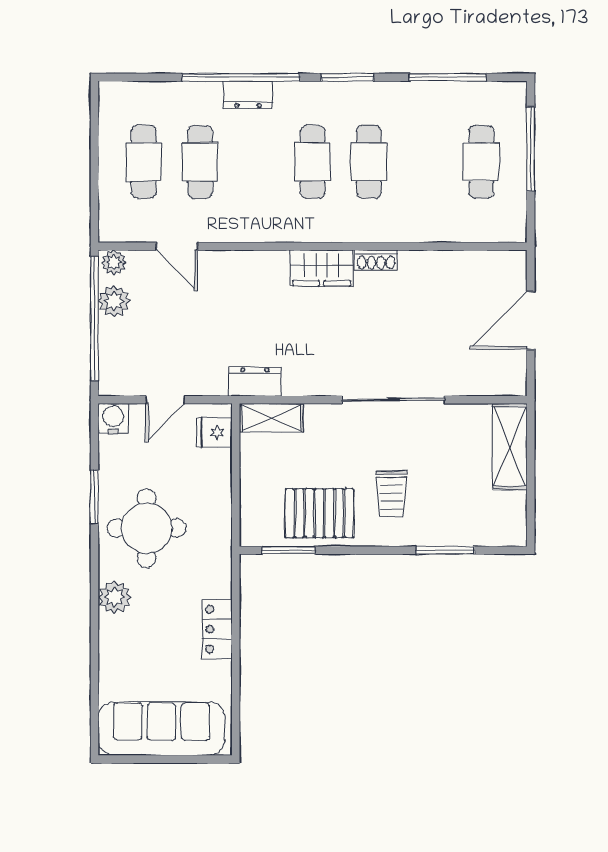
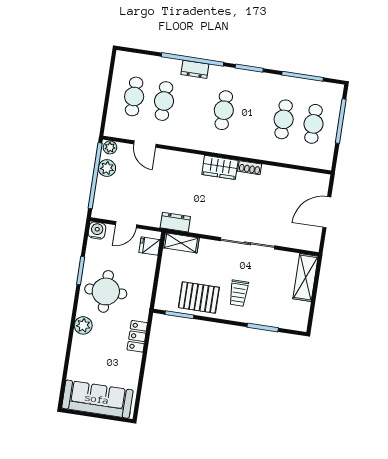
cafe table: (369, 162) -> (284, 119), moved
locker: (217, 629) -> (137, 336), moved

